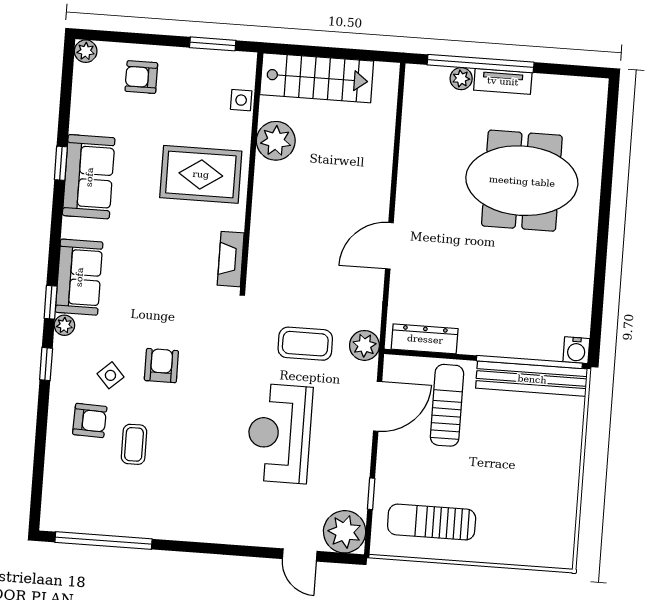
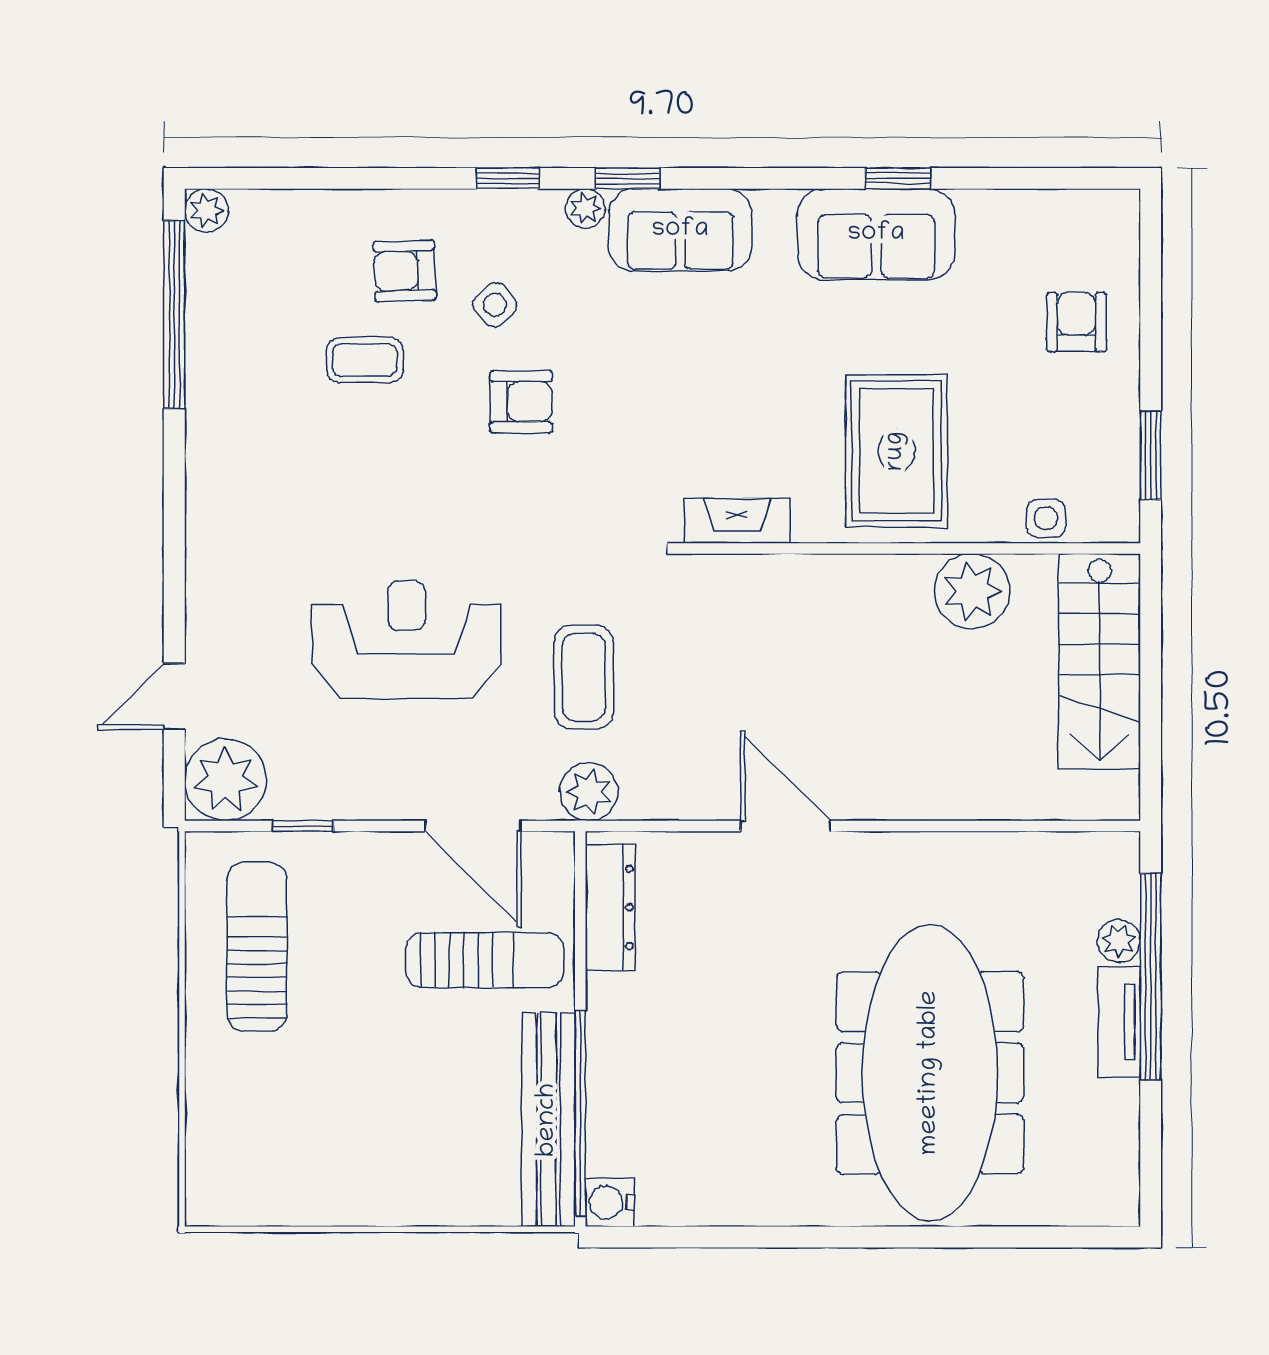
plant: (86, 51) -> (206, 211), moved
meeting table: (522, 181) -> (930, 1073), width x1.36
armchair: (90, 420) -> (405, 271), turned 86

